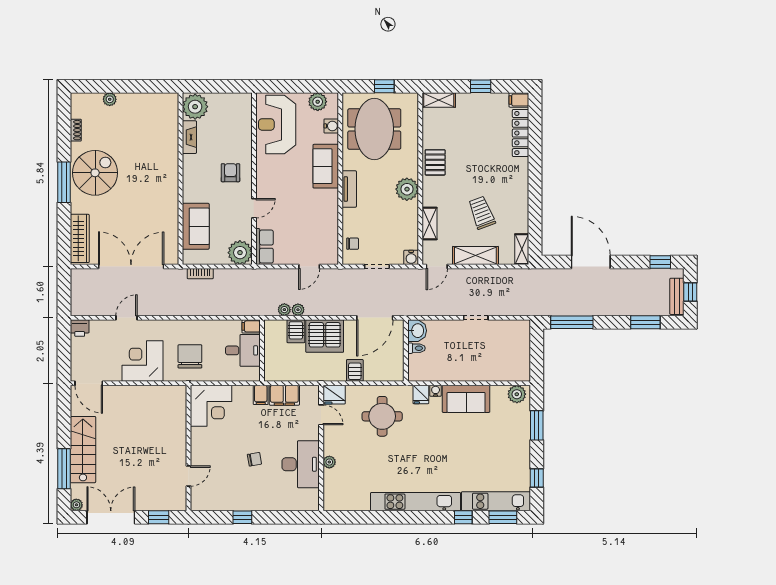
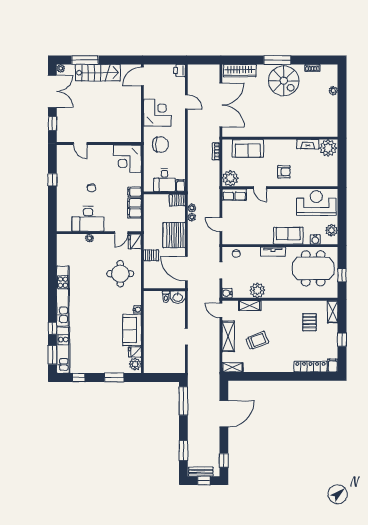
pallet: (435, 162) -> (309, 322), moved, turned 90
plant: (407, 189) -> (257, 290), moved
server rack: (296, 331) -> (177, 200), moved
fridge: (421, 395) -> (135, 352), moved

